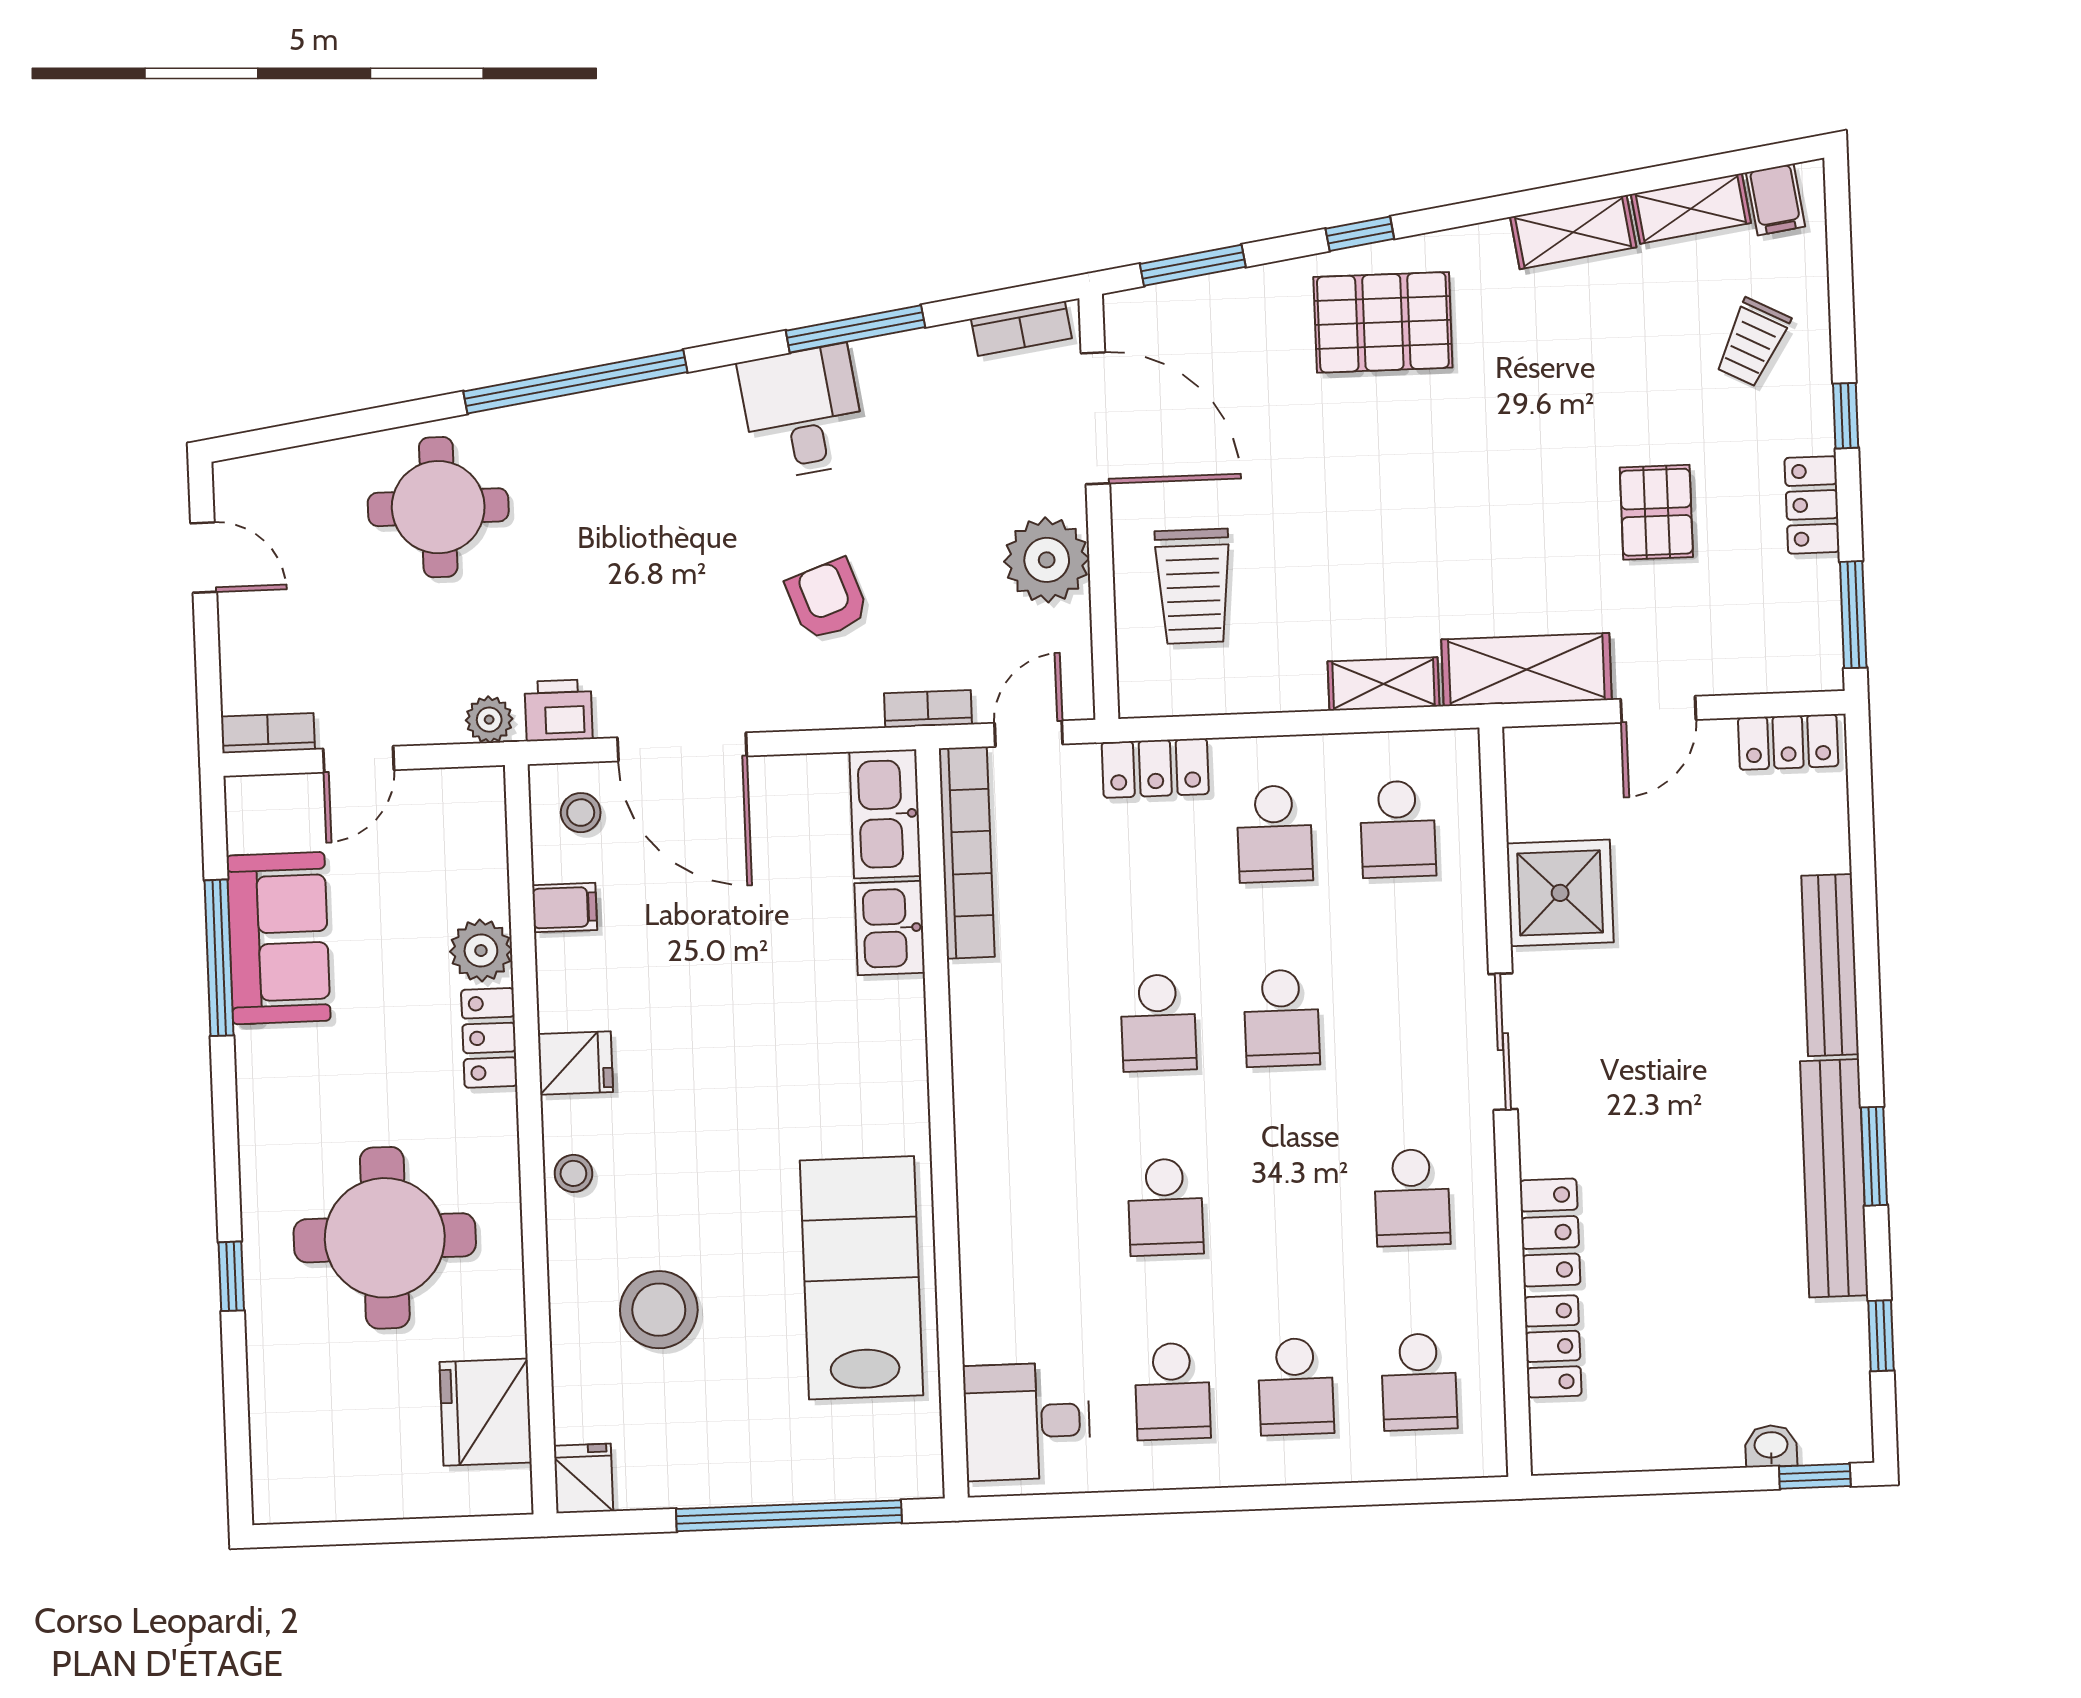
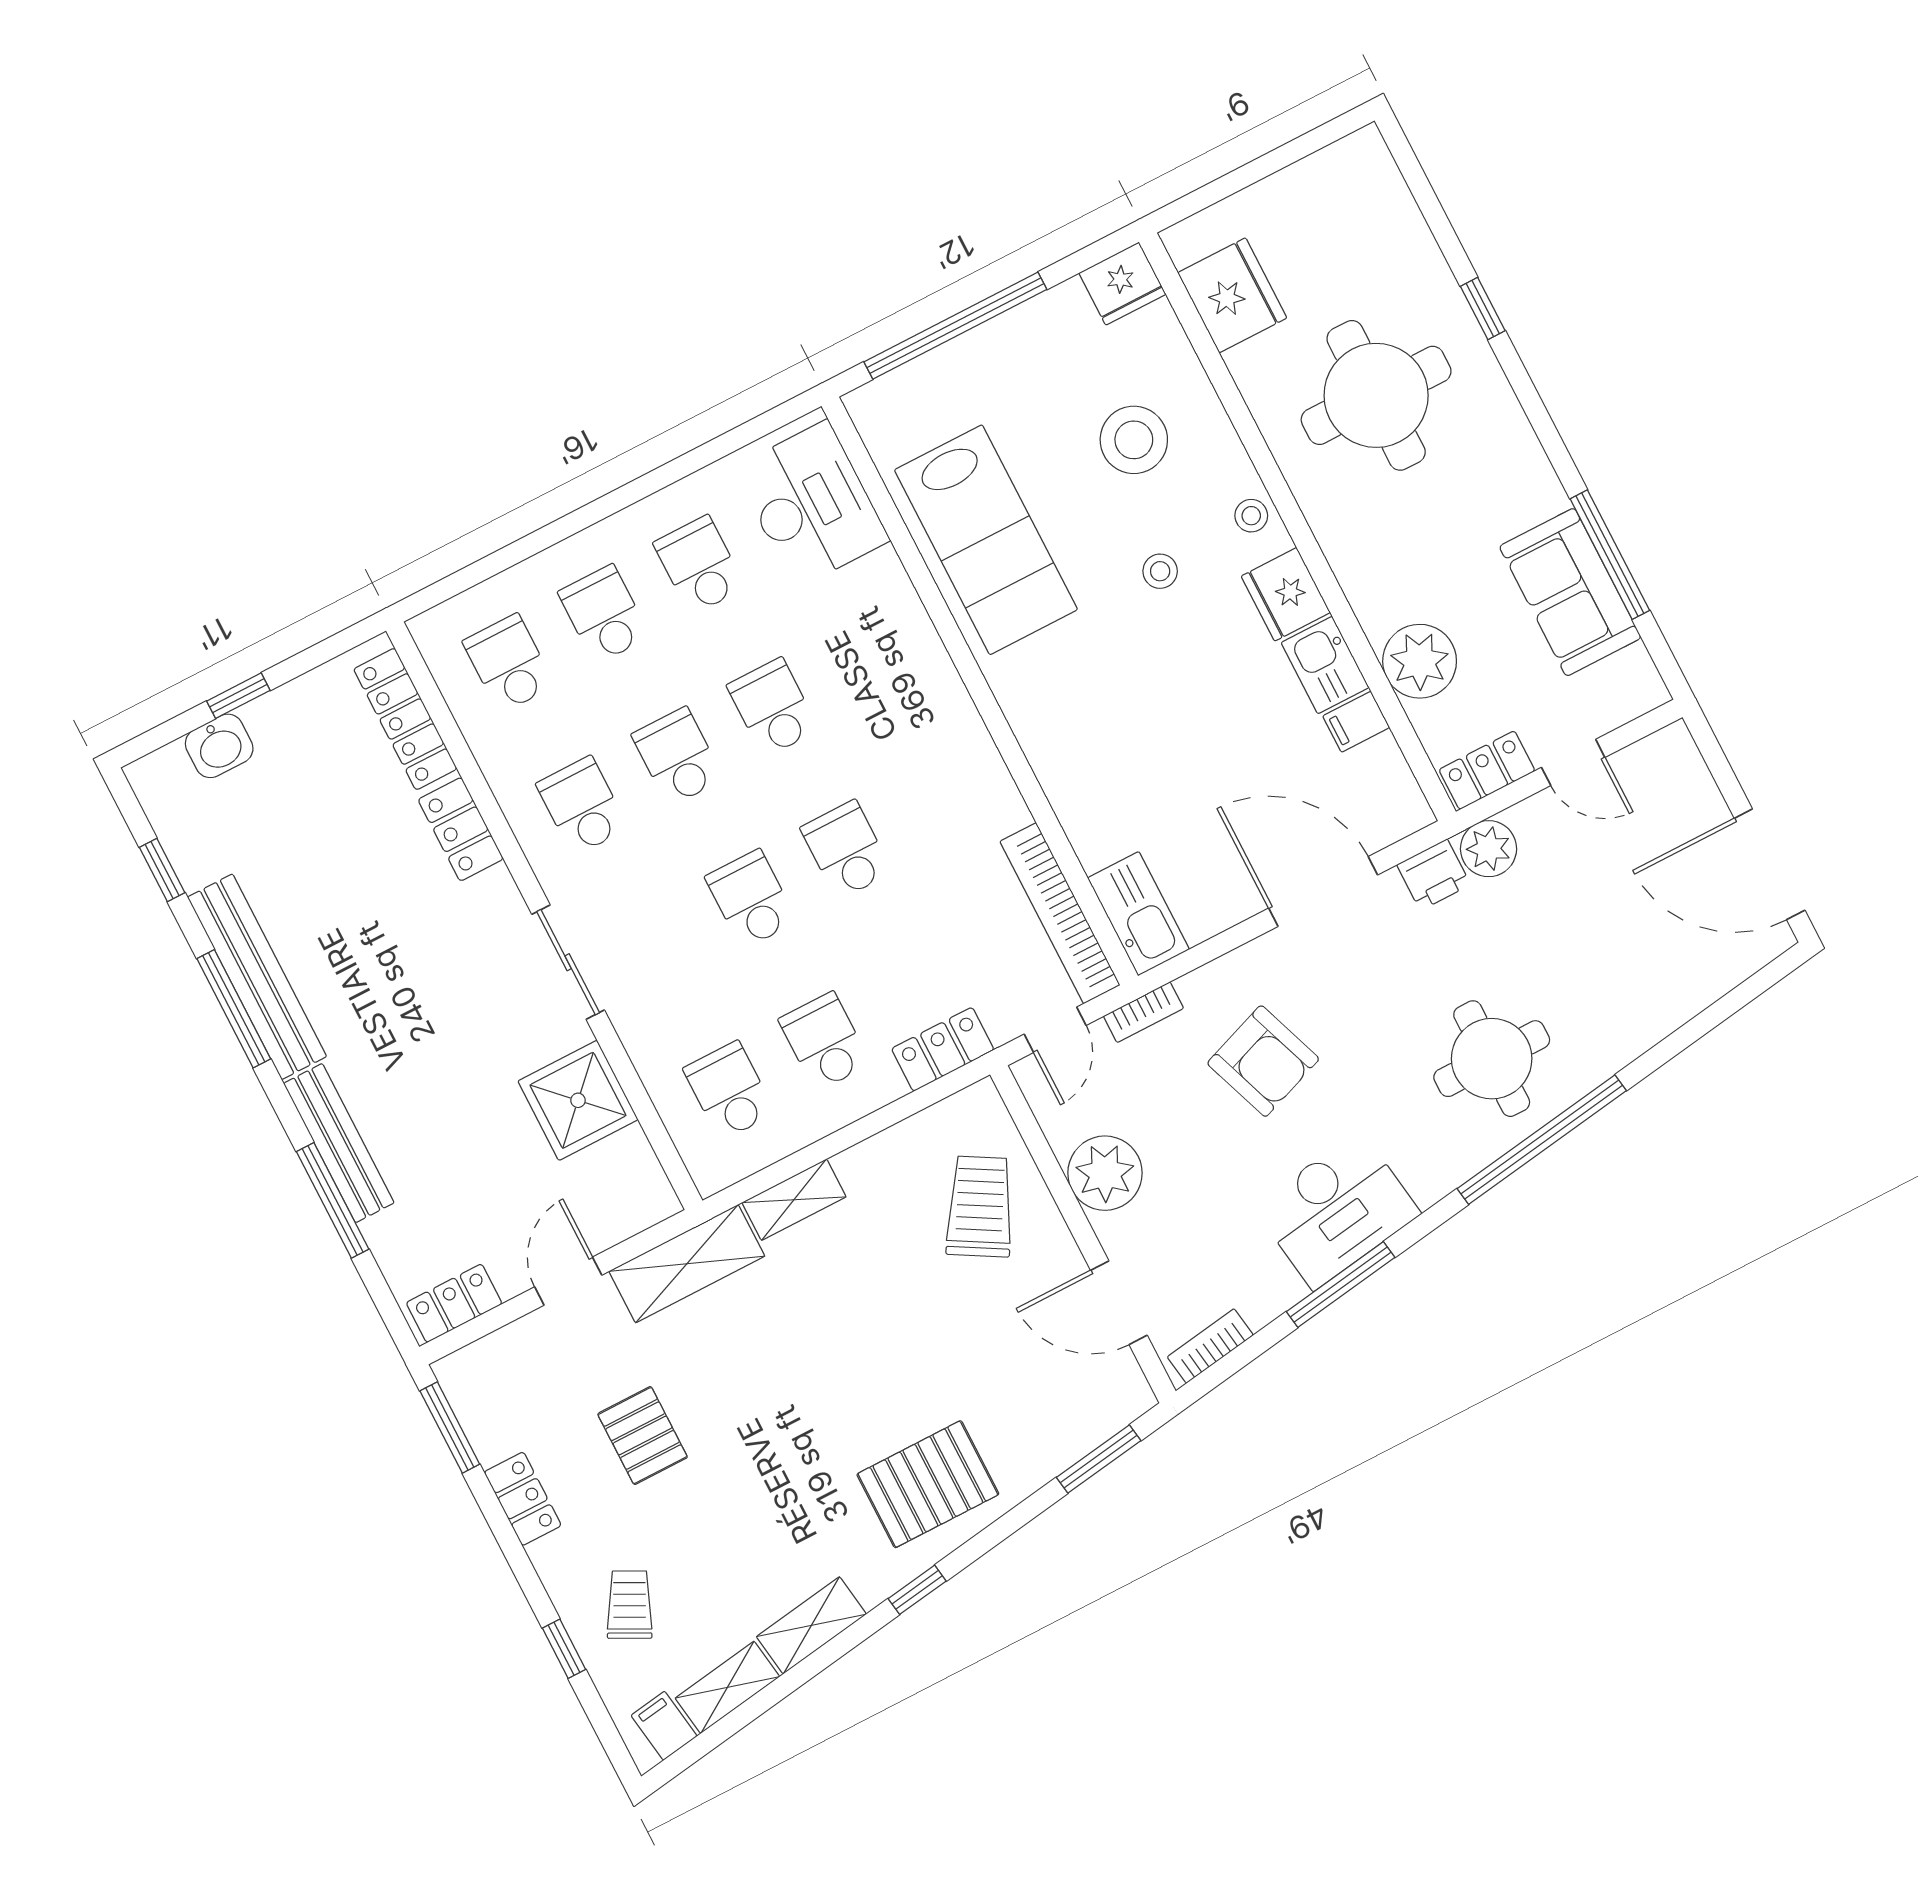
window: (1360, 234) -> (917, 1590), moved
desk: (803, 412) -> (1337, 1210), width x1.37
window: (1846, 416) -> (564, 1649), moved
door: (1095, 418) -> (1119, 1303), width x0.73
round table: (438, 507) -> (1492, 1059), moved
door: (204, 557) -> (1770, 864), width x1.87
trolley: (1193, 586) -> (980, 1206), turned 30
armchair: (827, 599) -> (1263, 1061), width x1.38, depth x1.38
plant: (489, 720) -> (1489, 849), width x1.38, depth x1.38
bookcase: (268, 733) -> (1654, 750), removed
door: (359, 759) -> (1573, 762), swing flipped
stool: (581, 813) -> (1160, 571), moved
window: (1864, 908) -> (333, 1200), added
kitchen sink: (890, 928) -> (1325, 665), moved, turned 180
plant: (481, 951) -> (1420, 661), width x1.36, depth x1.36
locker: (489, 1038) -> (1487, 770), moved, turned -90
fridge: (575, 1063) -> (1286, 594), width x1.38
window: (1874, 1156) -> (234, 1009), width x1.44
school desk: (1289, 1202) -> (677, 757), added
locker: (1553, 1346) -> (405, 719), width x1.53
desk: (1027, 1421) -> (811, 504), width x1.37
washbasin: (1771, 1446) -> (219, 746), width x1.38, depth x1.45
window: (1815, 1476) -> (238, 696), moved
fridge: (583, 1478) -> (1123, 284), width x1.38

